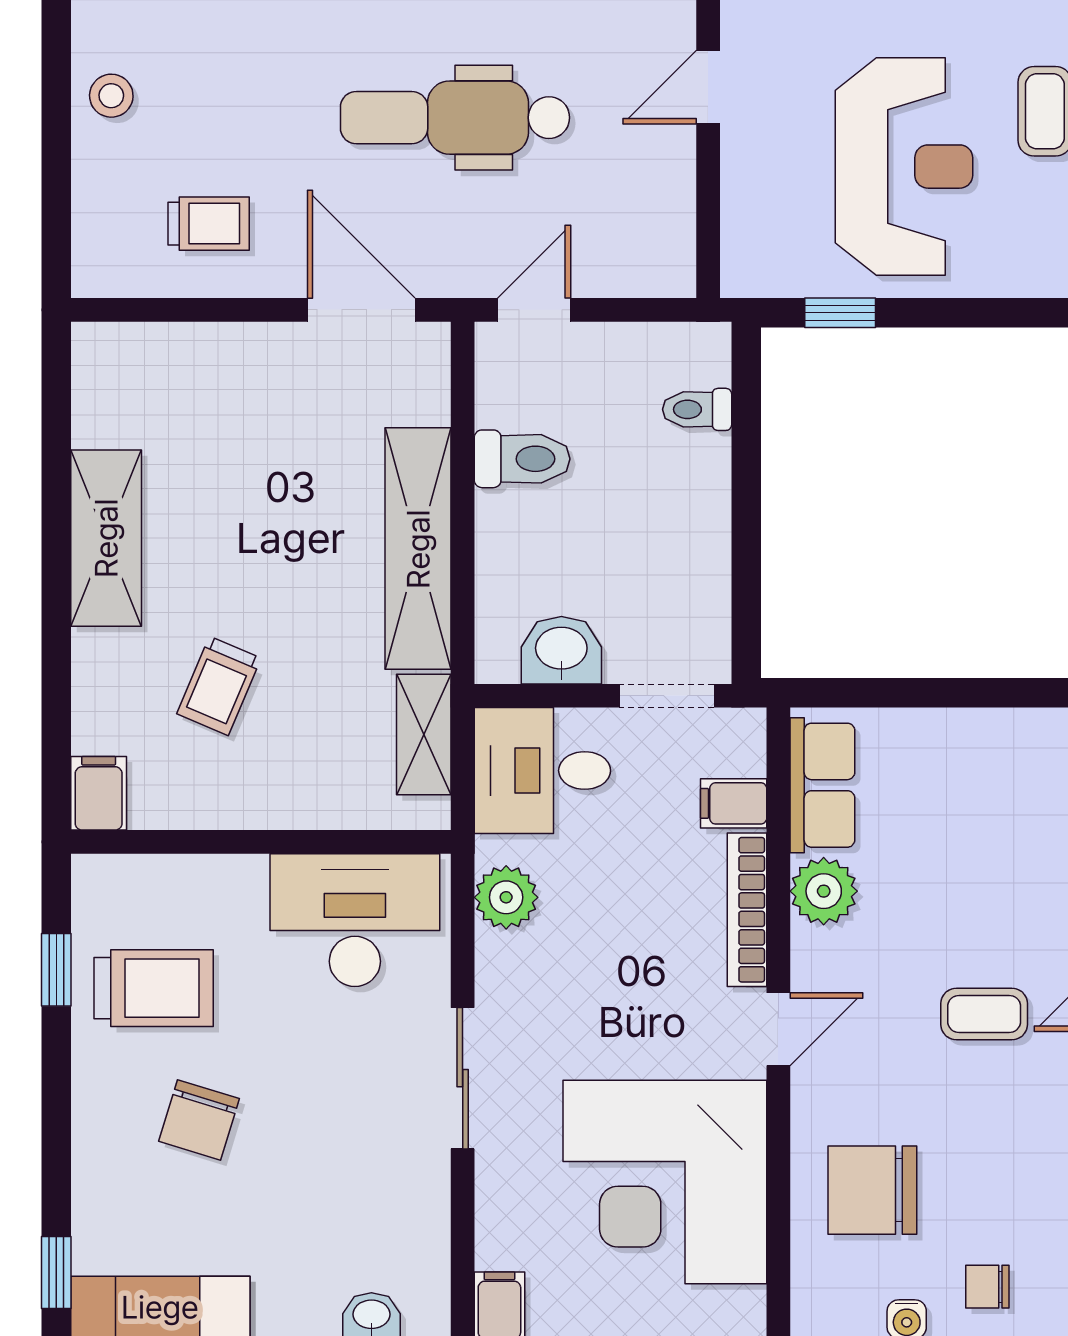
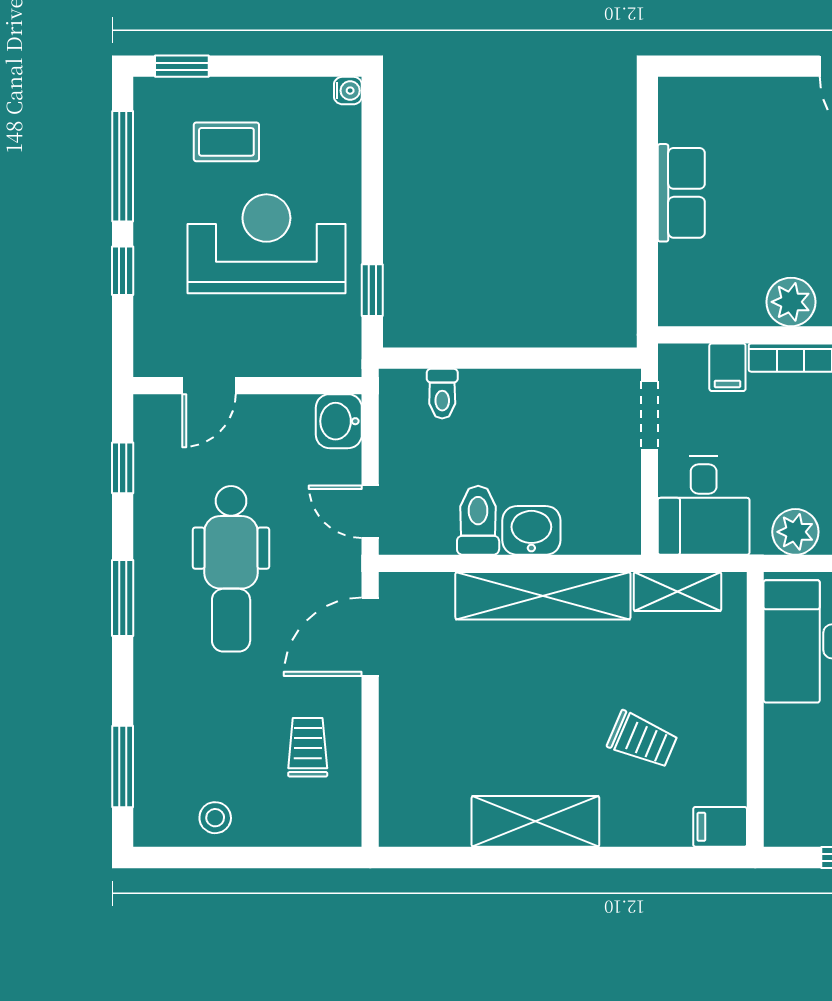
door: (708, 87) -> (209, 386), hinge flipped
washbasin: (659, 266) -> (339, 421), added
washbasin: (561, 650) -> (531, 530), moved, turned 90
row of seats: (822, 785) -> (681, 193), moved, turned 90

